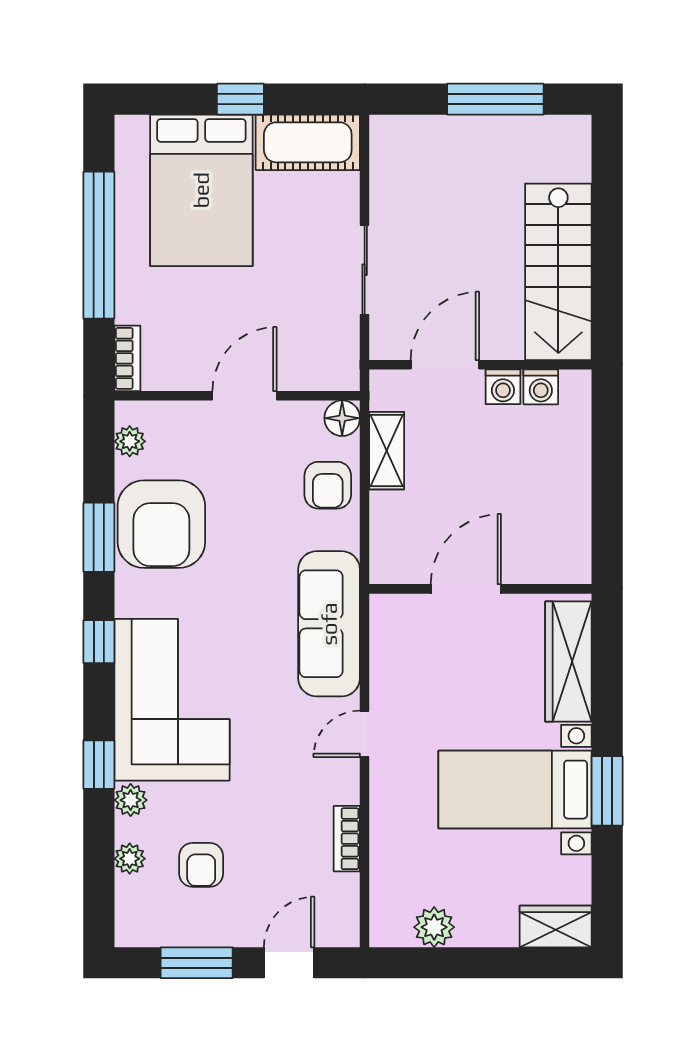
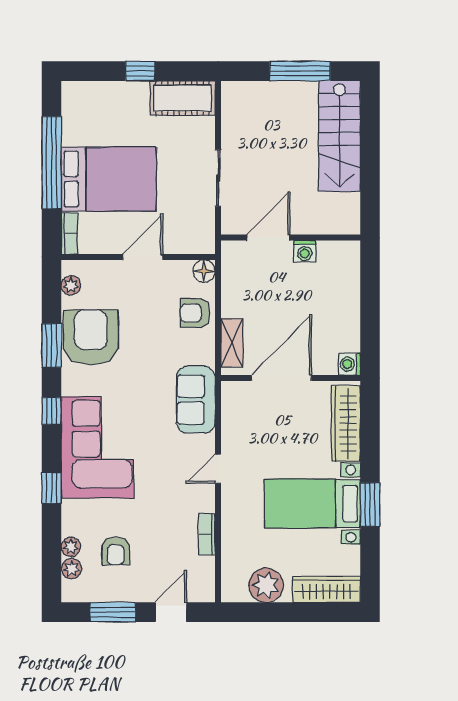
bed: (201, 190) -> (109, 179), moved, turned -90
stairs: (558, 272) -> (339, 136), moved
washing machine: (541, 387) -> (349, 364), moved, turned 90
shelving: (387, 451) -> (232, 343), moved
armchair: (328, 485) -> (195, 313), turned 90
armchair: (161, 524) -> (91, 337), turned 180
door: (466, 589) -> (281, 378), width x1.36
sofa: (329, 624) -> (196, 400), width x0.73
plant: (131, 800) -> (71, 569), moved
wardrobe: (556, 926) -> (326, 589), width x1.50
plant: (434, 927) -> (266, 585), width x1.36, depth x1.36

